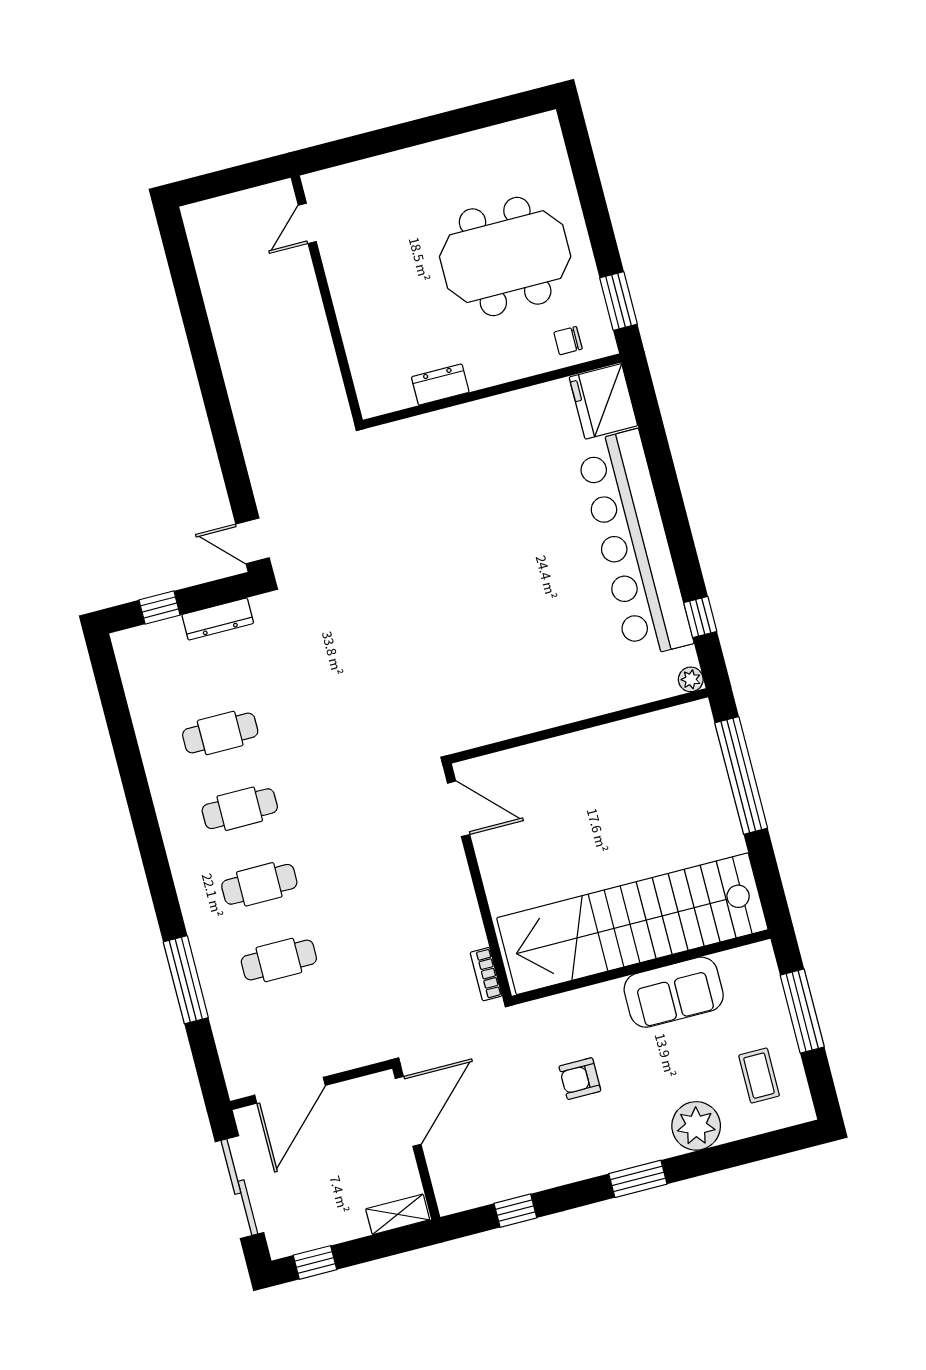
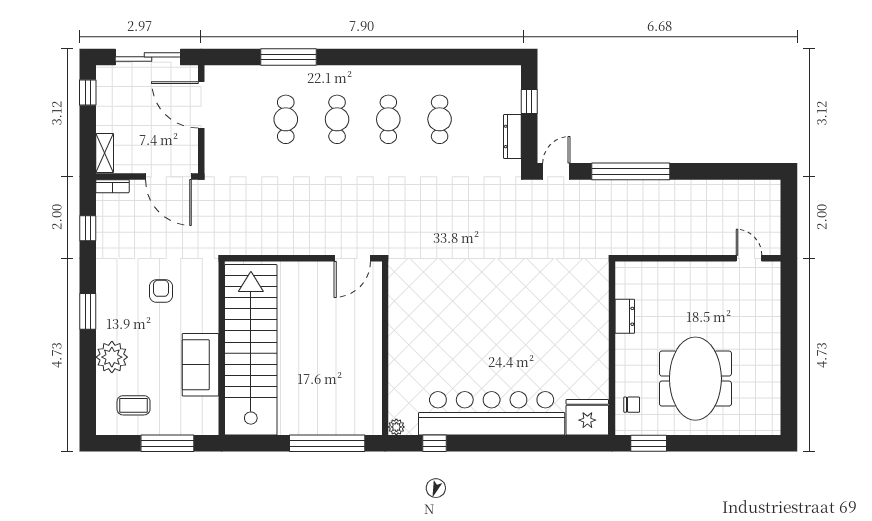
chair: (568, 341) -> (632, 405), turned 90
window: (224, 431) -> (631, 171), added
bookcase: (486, 974) -> (112, 186), moved, turned 180

